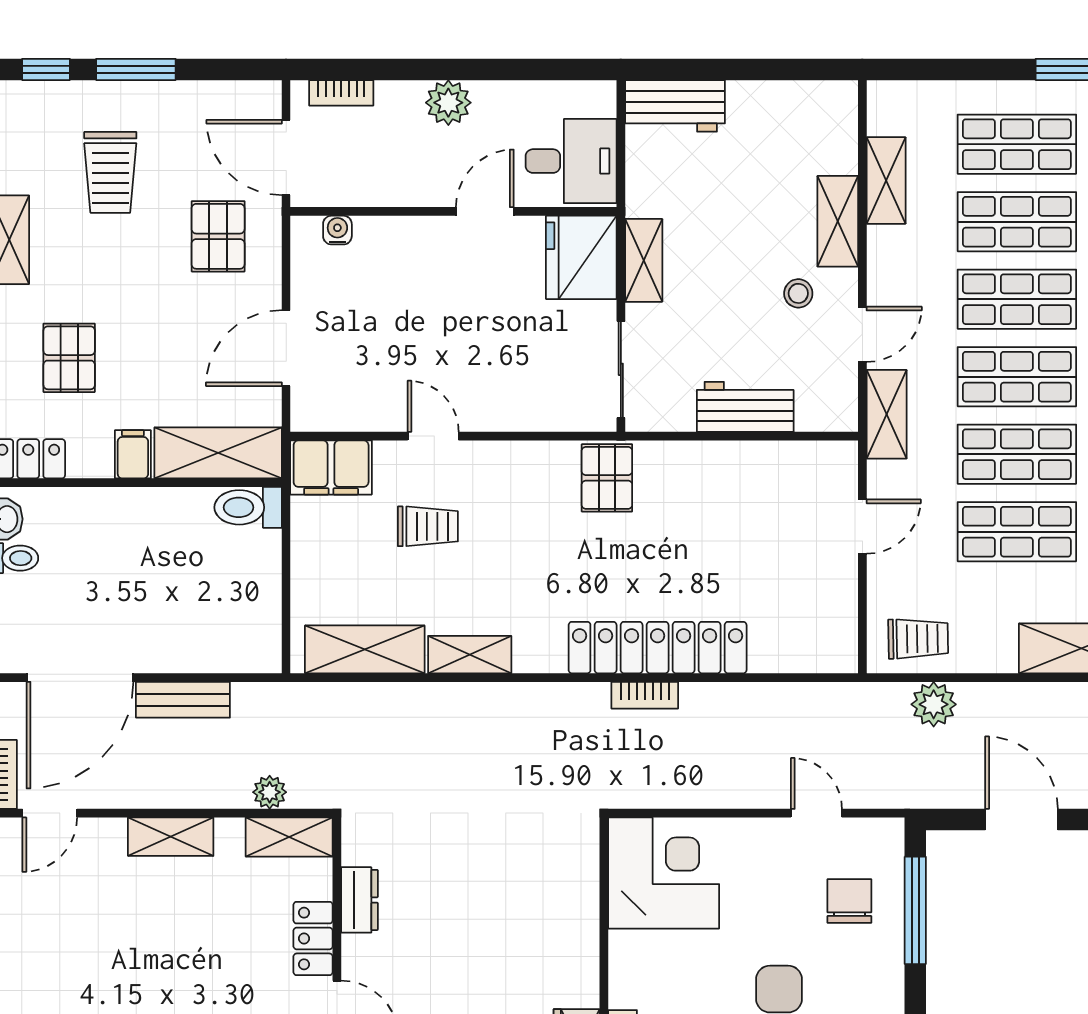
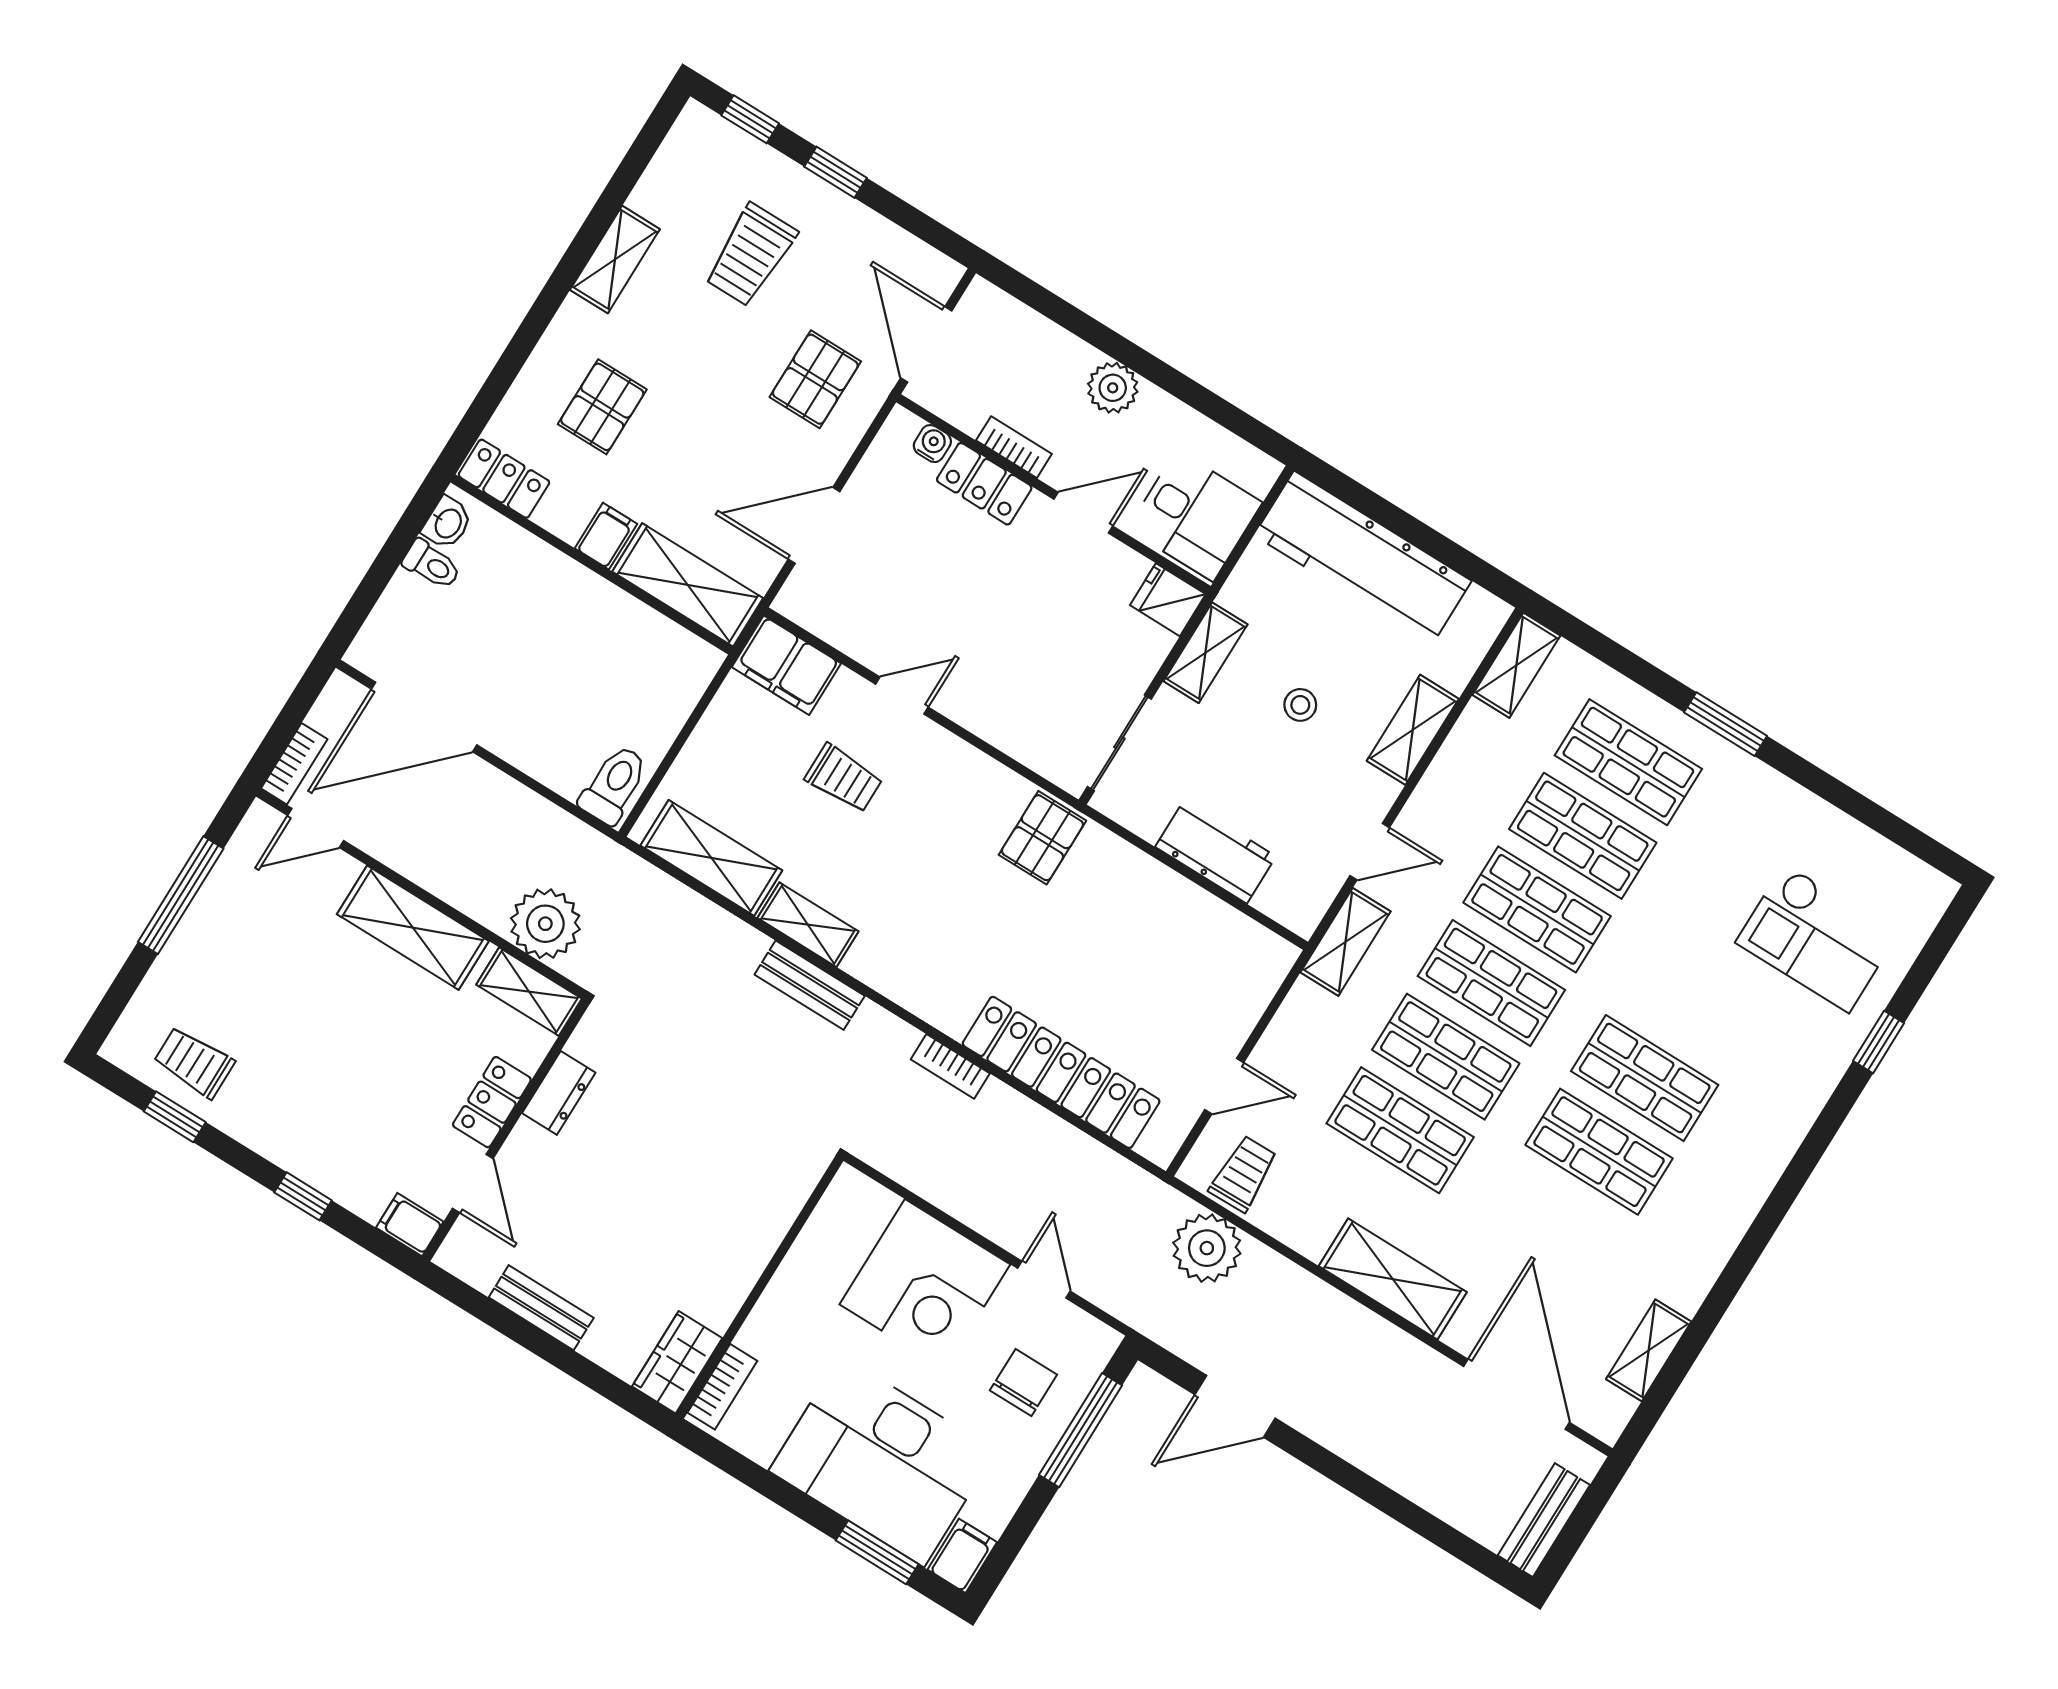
window: (136, 69) -> (836, 172), width x0.67
bookcase: (341, 93) -> (1014, 447), moved, turned 180
workbench: (675, 106) -> (1363, 558), width x1.87, depth x1.32
shelving: (886, 181) -> (1516, 665), moved
locker: (396, 236) -> (984, 484), added
fridge: (581, 257) -> (1168, 600), width x0.53, depth x0.75
stool: (798, 293) -> (1300, 705), moved
door: (433, 436) -> (902, 696), hinge flipped
toilet: (248, 507) -> (614, 785), moved, turned 90
door: (862, 527) -> (1224, 1086), moved
trolley: (918, 639) -> (1243, 1174), turned -90
locker: (658, 648) -> (1061, 1072), moved
bench: (183, 700) -> (810, 985), moved
plant: (934, 704) -> (1207, 1248), width x1.36, depth x1.36
plant: (270, 792) -> (545, 924), width x1.88, depth x1.88
door: (1021, 820) -> (1235, 1406), swing flipped
shelving: (171, 837) -> (413, 928), width x1.50, depth x1.33
corner desk: (664, 873) -> (925, 1284), moved, turned 90

